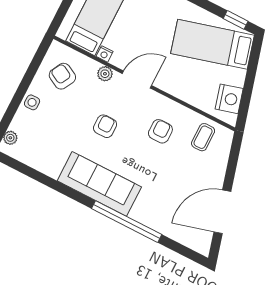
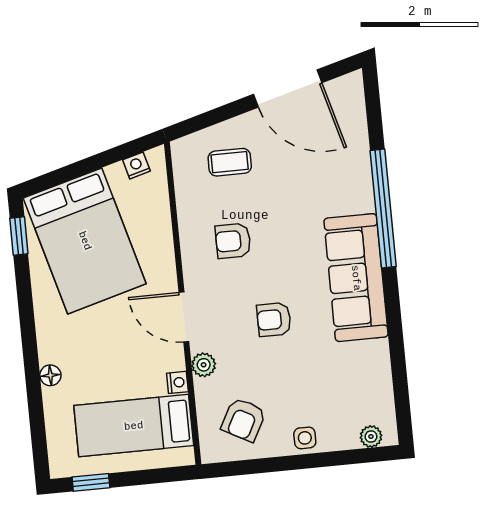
bed: (212, 44) -> (85, 241), width x1.50
nightstand: (229, 99) -> (136, 165), width x0.53, depth x0.56
coffee table: (203, 137) -> (230, 162), moved

